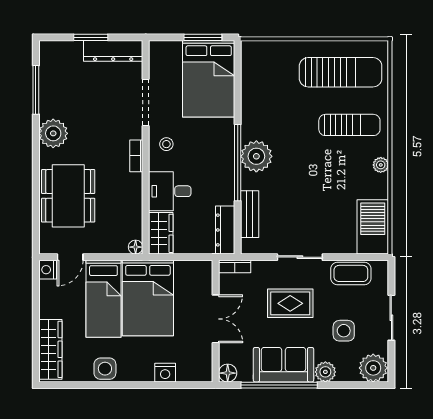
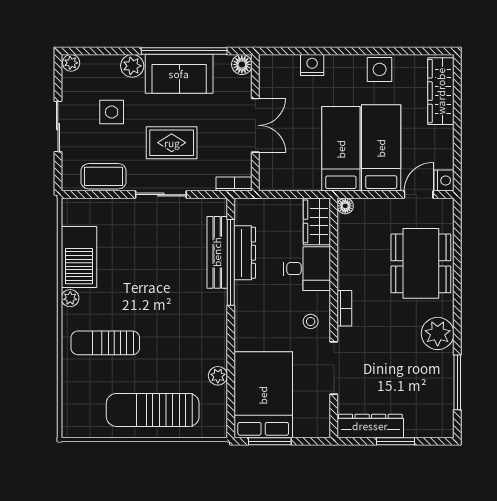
sun lounger: (341, 72) -> (153, 410), moved
plant: (256, 156) -> (218, 376), moved, width x0.53, depth x0.53
window: (238, 163) -> (231, 262), moved
bench: (250, 214) -> (217, 252), width x1.36
barbecue: (373, 227) -> (79, 257), moved
dresser: (225, 230) -> (245, 253), moved
bed: (148, 298) -> (341, 149), width x0.67
double door: (216, 319) -> (255, 125), swing flipped
plant: (373, 368) -> (71, 63), width x0.53, depth x0.53

